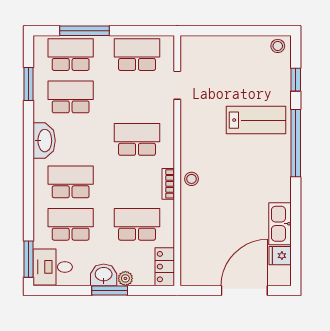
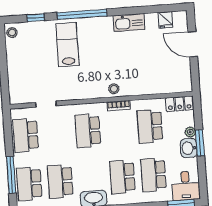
kitchen sink: (280, 224) -> (129, 23), moved
door: (244, 290) -> (193, 44), width x0.73

